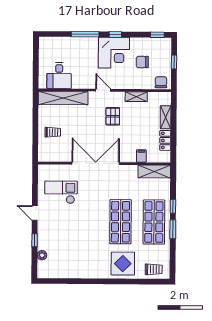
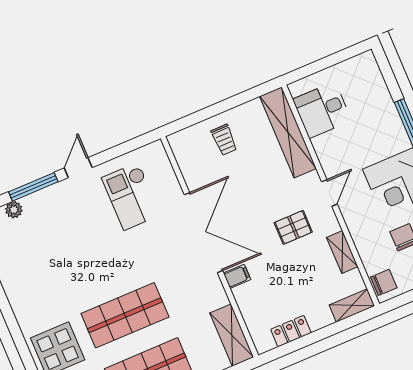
shelving: (166, 117) -> (352, 305), moved
filing cabinet: (141, 156) -> (237, 276), moved
checkout: (61, 192) -> (131, 196), turned 180
window: (35, 240) -> (33, 187), width x2.17

